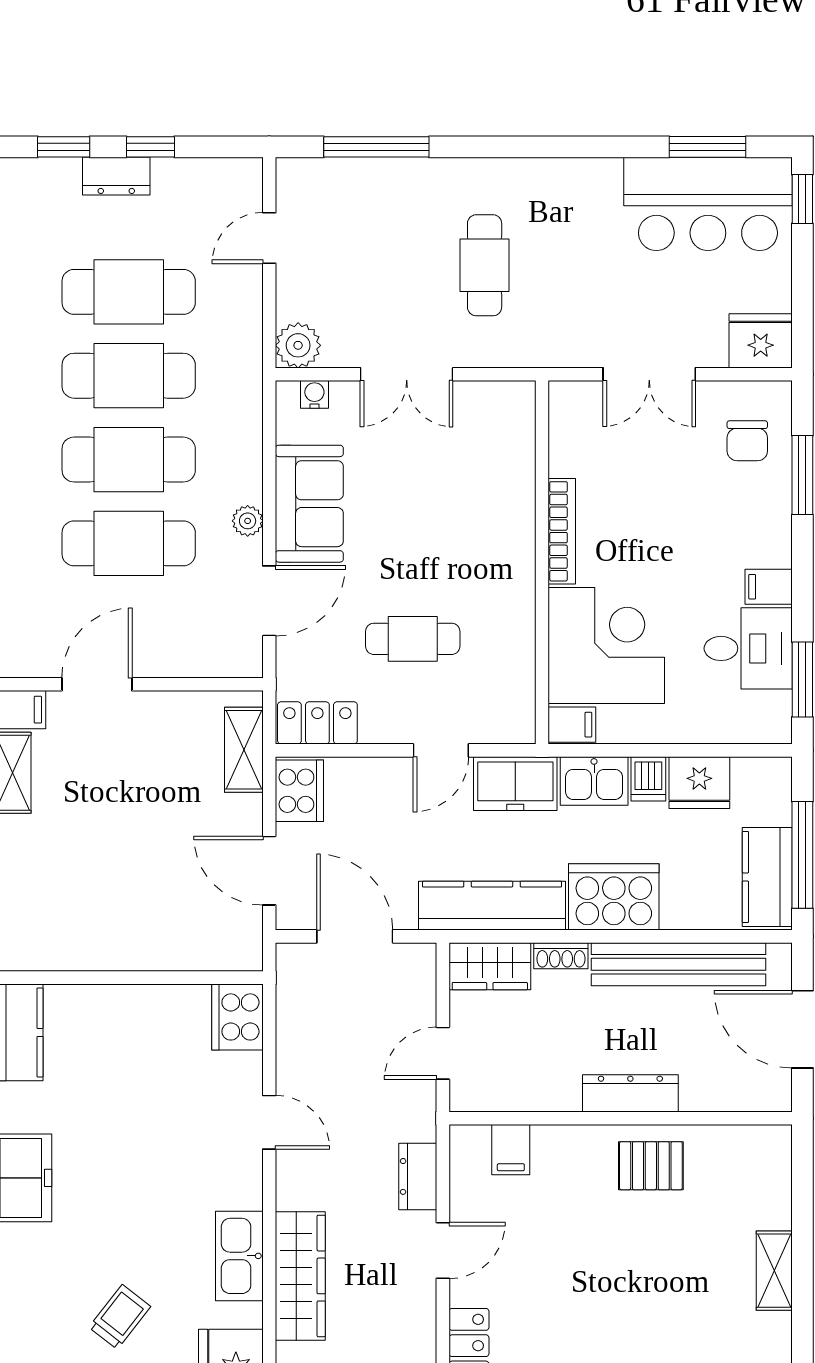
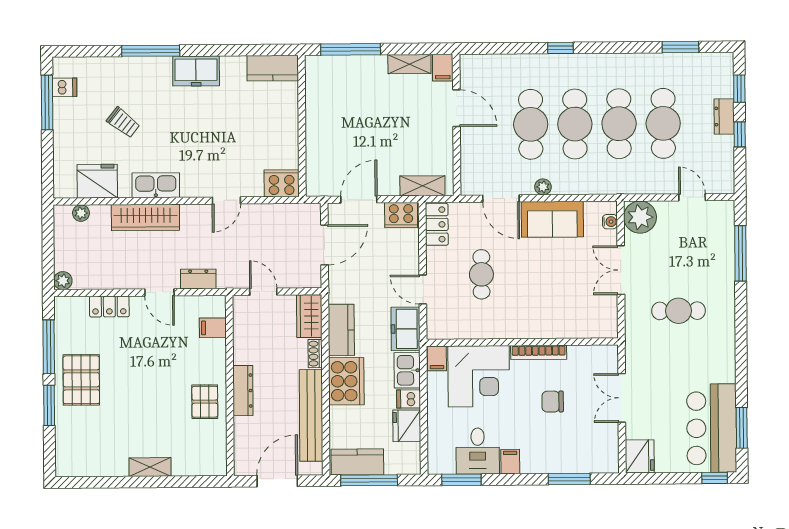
plant: (298, 345) -> (640, 217), width x1.36, depth x1.36
chair: (747, 441) -> (553, 402), moved
kitchen counter: (492, 906) -> (341, 330), width x0.67

